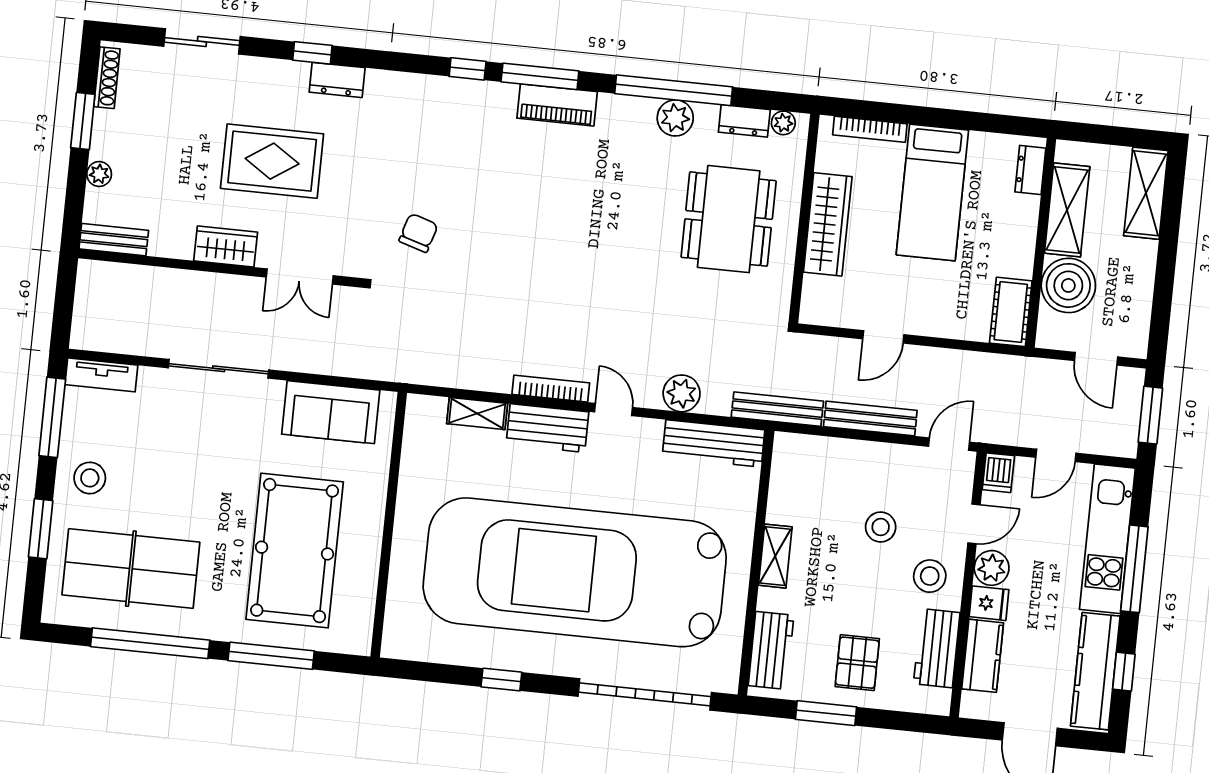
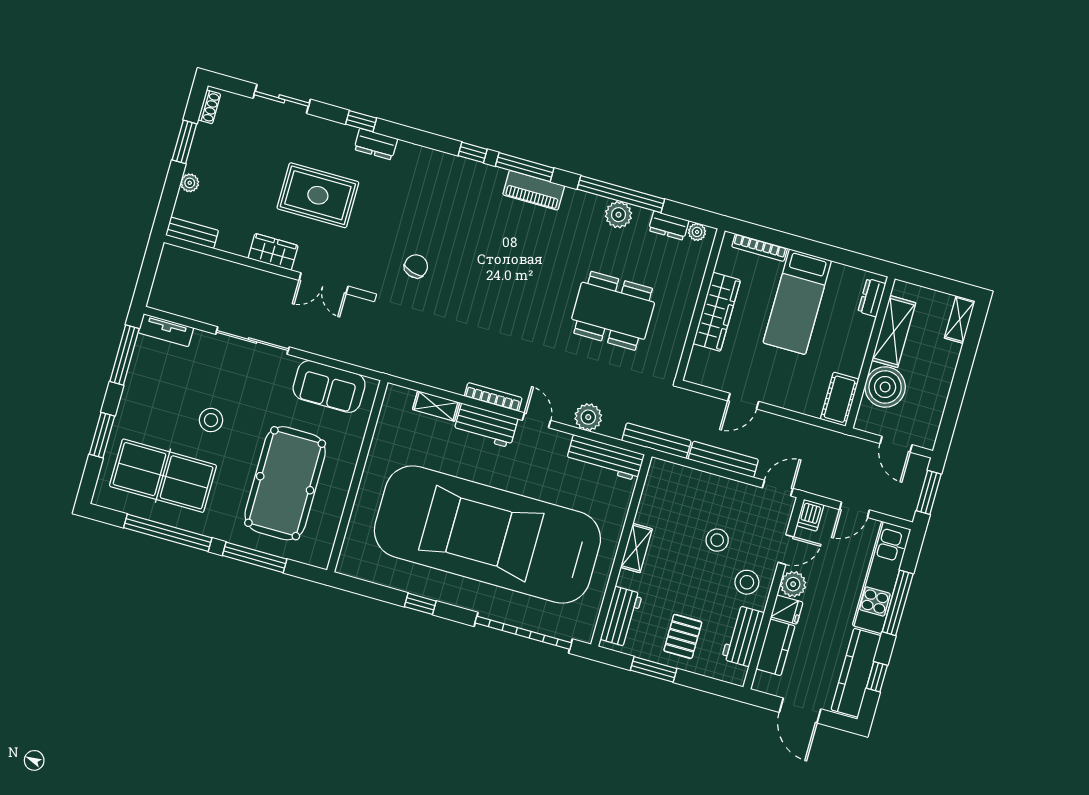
shoe rack: (107, 78) -> (209, 107), width x0.70
shelving: (1146, 193) -> (960, 320), width x0.67, depth x0.75
dining table: (729, 219) -> (613, 311), moved, turned 90
stool: (90, 478) -> (211, 420), moved

